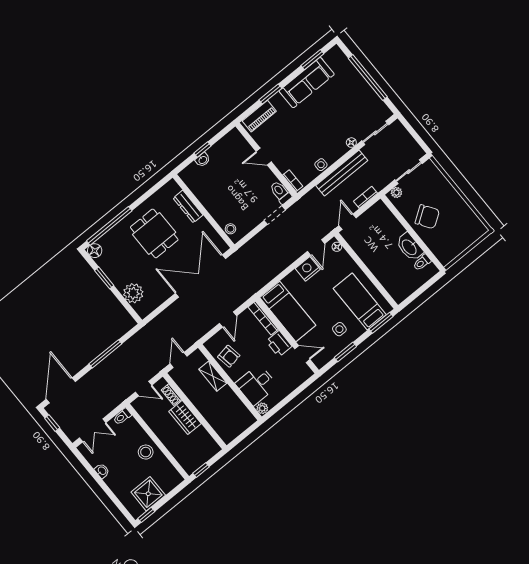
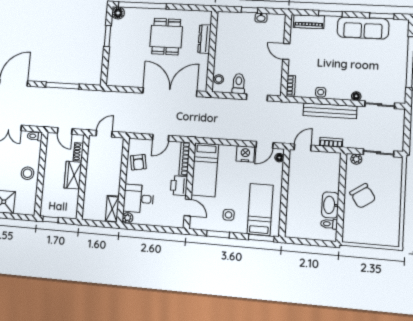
washbasin: (203, 160) -> (261, 18), moved
toilet: (281, 192) -> (239, 84), moved
plant: (133, 293) -> (116, 63), removed
shelving: (213, 376) -> (112, 209), moved

